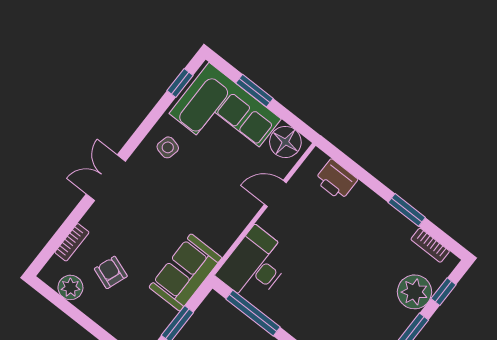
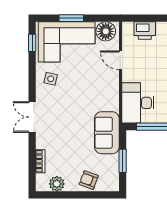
door: (275, 194) -> (120, 60), hinge flipped
armchair: (111, 272) -> (89, 180), moved

